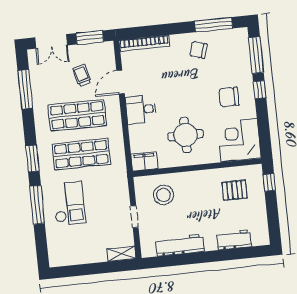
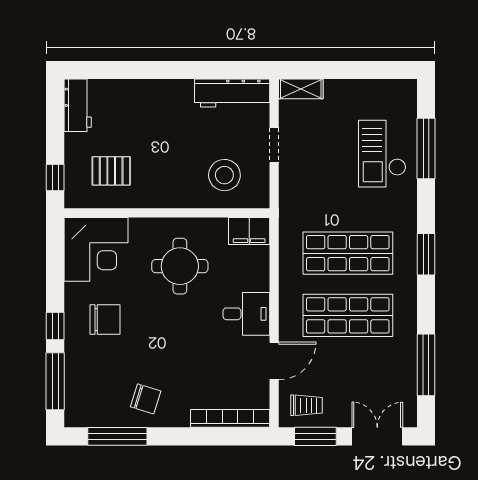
trolley: (82, 75) -> (307, 405), moved, turned -75
checkout: (69, 203) -> (382, 154), moved
window: (37, 205) -> (426, 148), moved
workbench: (234, 240) -> (78, 105), moved, turned -90
workbench: (180, 245) -> (232, 93), moved

